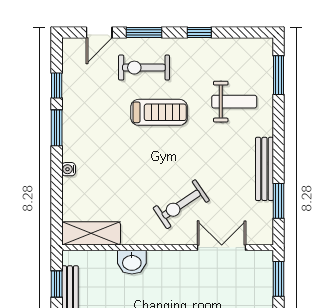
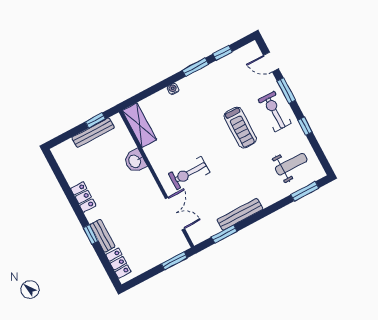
exercise bike: (144, 68) -> (275, 111), moved
weight bench: (234, 102) -> (291, 164), moved, turned -90
exercise bike: (181, 204) -> (189, 173), turned -56

